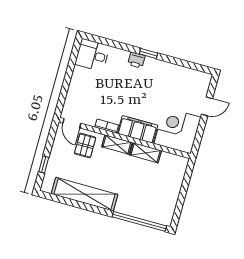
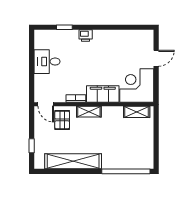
window: (149, 54) -> (64, 27), moved
desk: (92, 55) -> (47, 62), moved
shelving: (146, 153) -> (137, 112), moved

